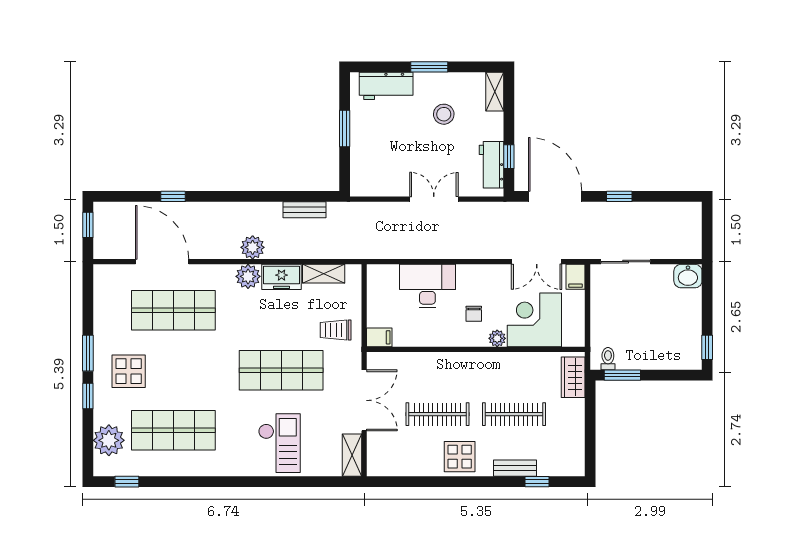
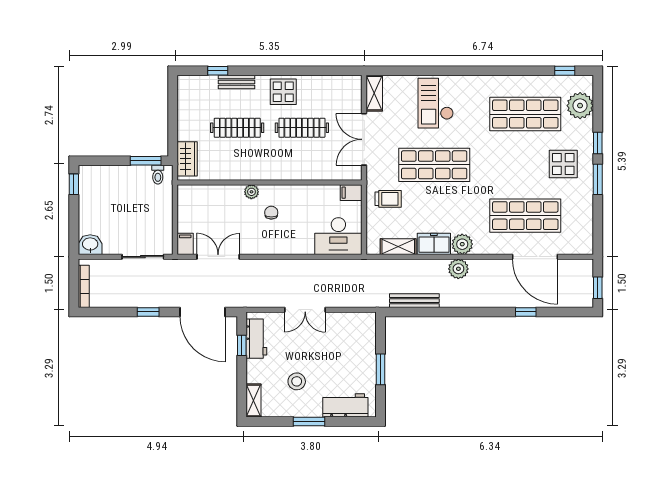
bench: (305, 210) -> (414, 301), width x1.36
bookcase: (696, 227) -> (84, 286), added
desk: (427, 286) -> (338, 236), moved
corner desk: (534, 320) -> (220, 207), removed

